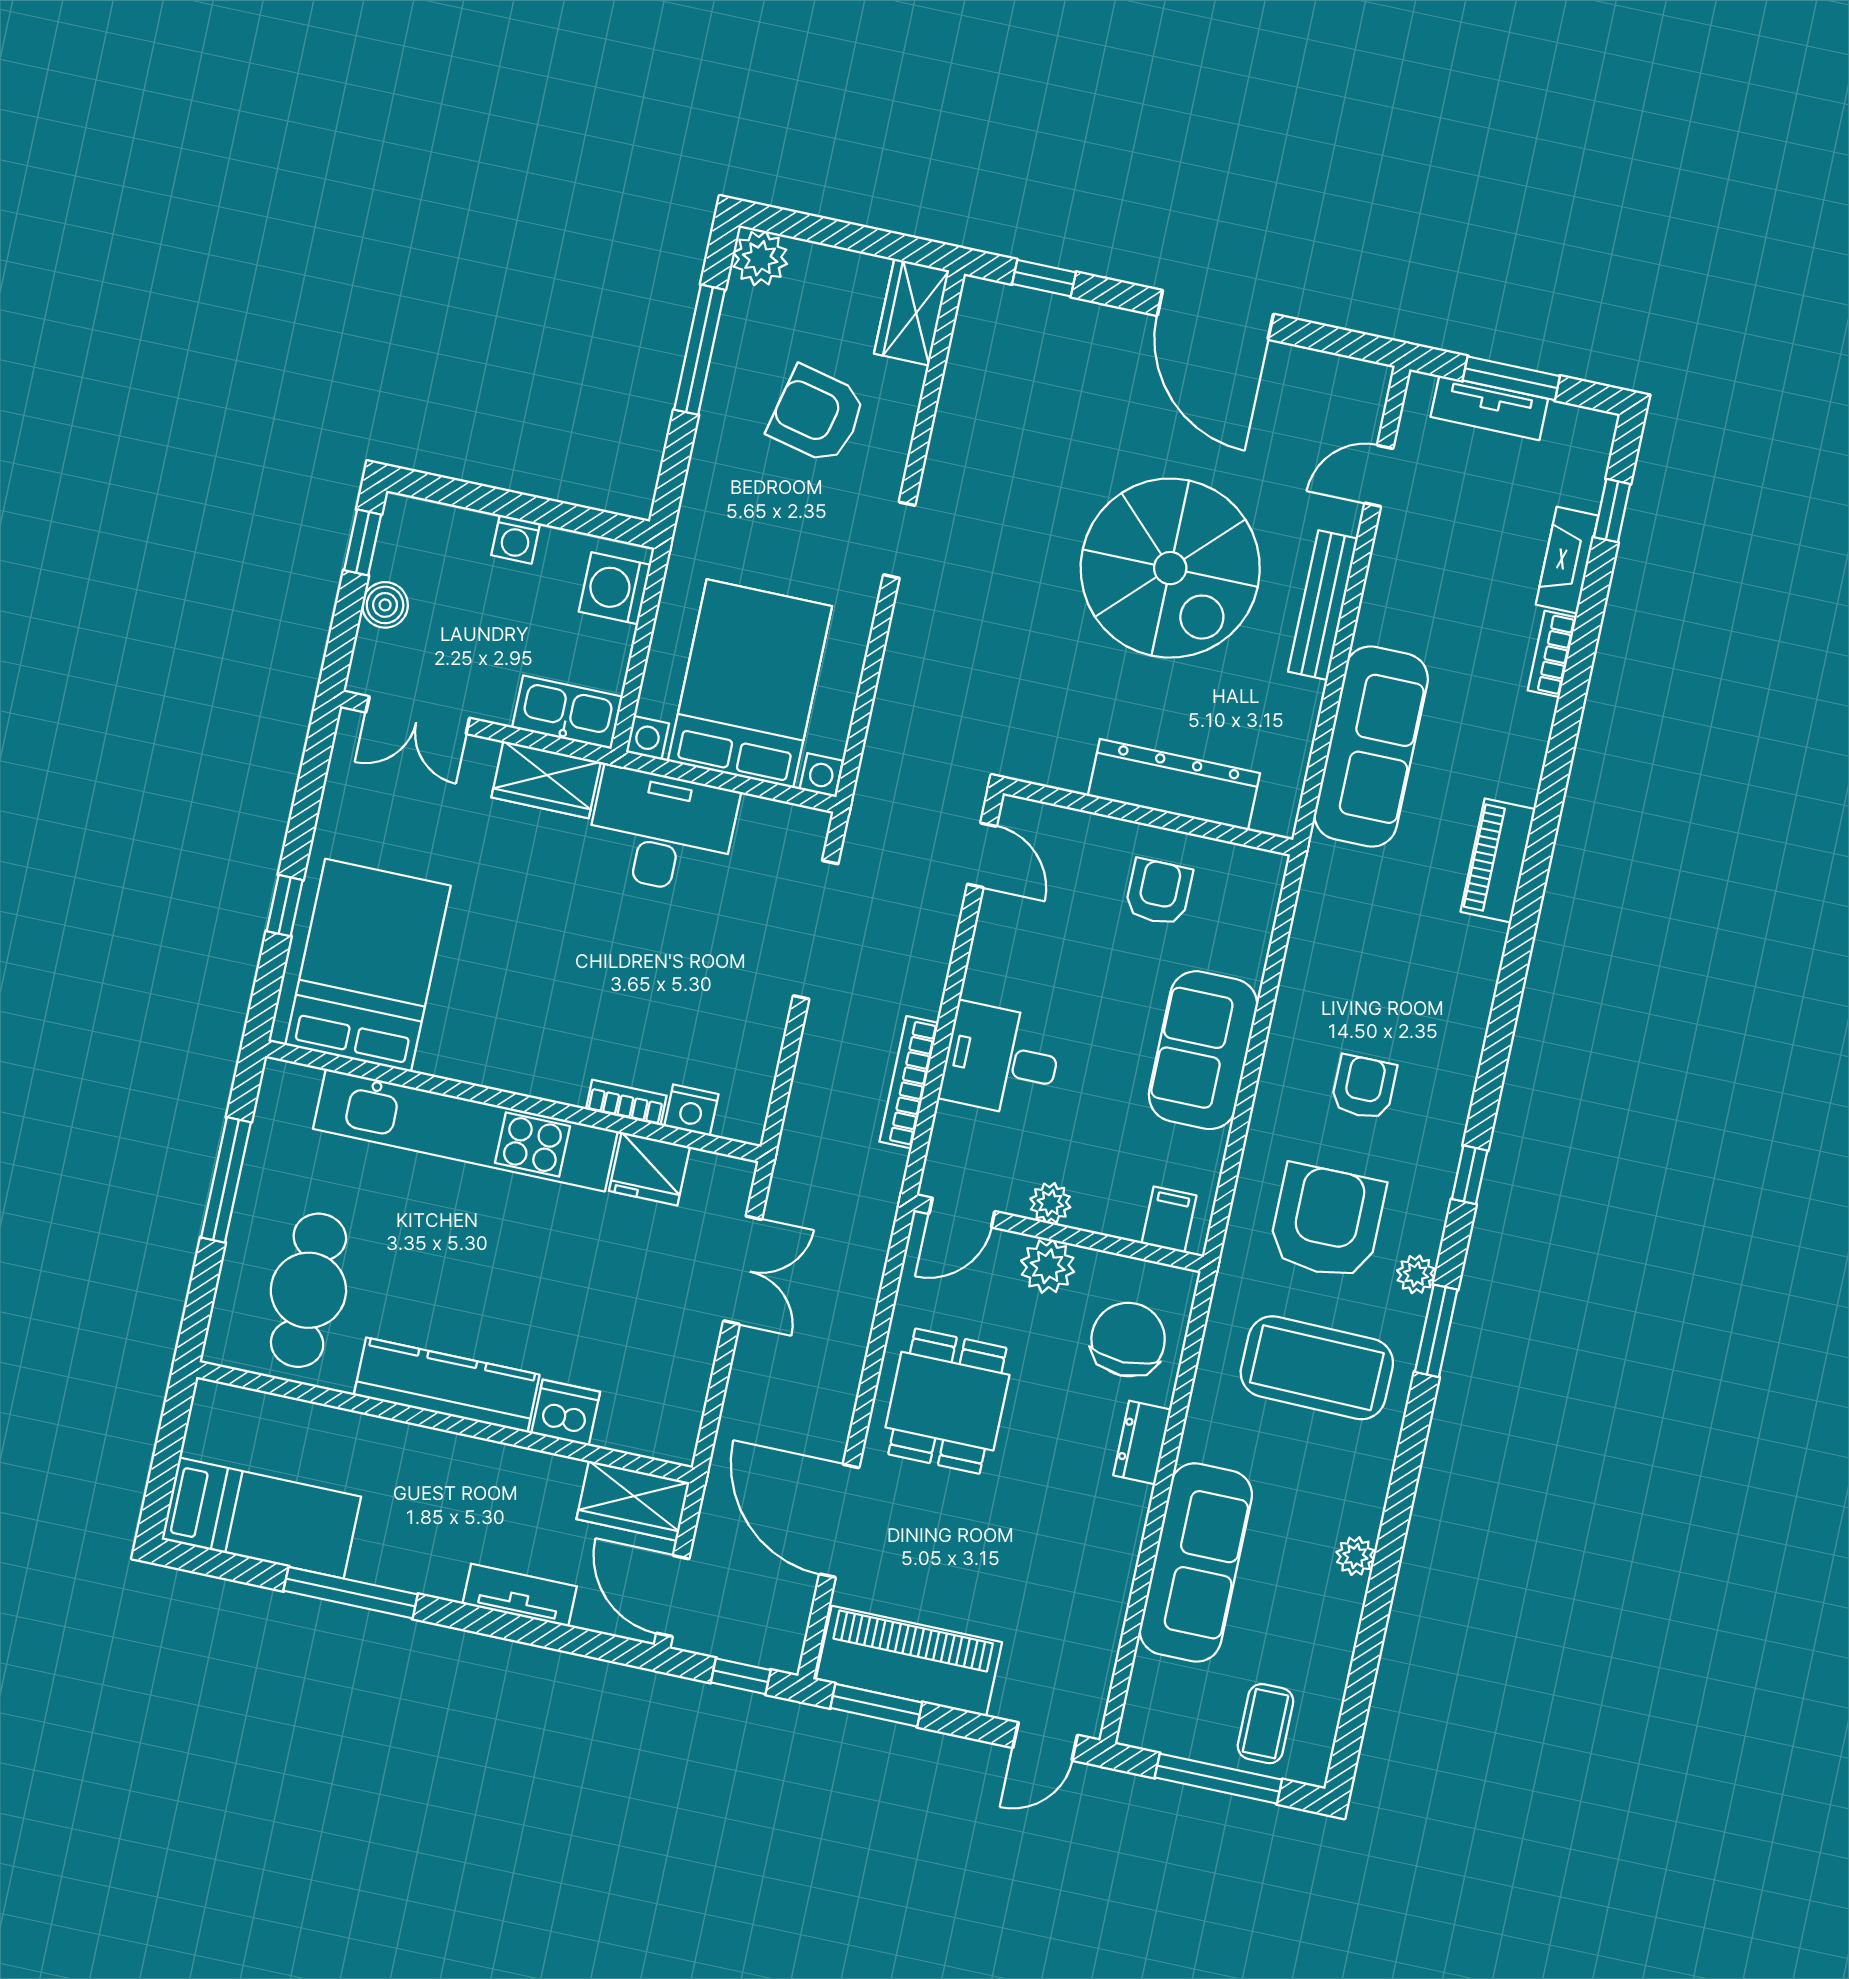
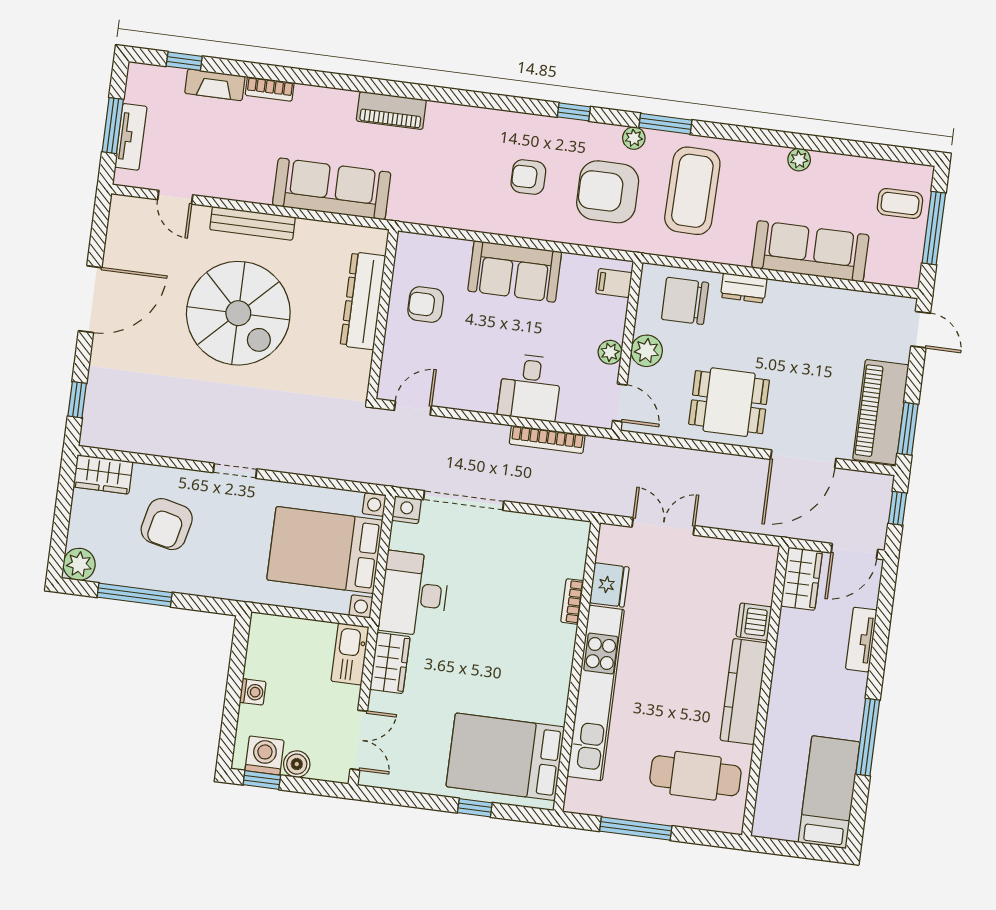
spiral stairs: (1170, 568) -> (238, 313), turned 90
washing machine: (615, 588) -> (265, 755), moved, turned 180
nightstand: (691, 1110) -> (406, 510), moved, turned -90

